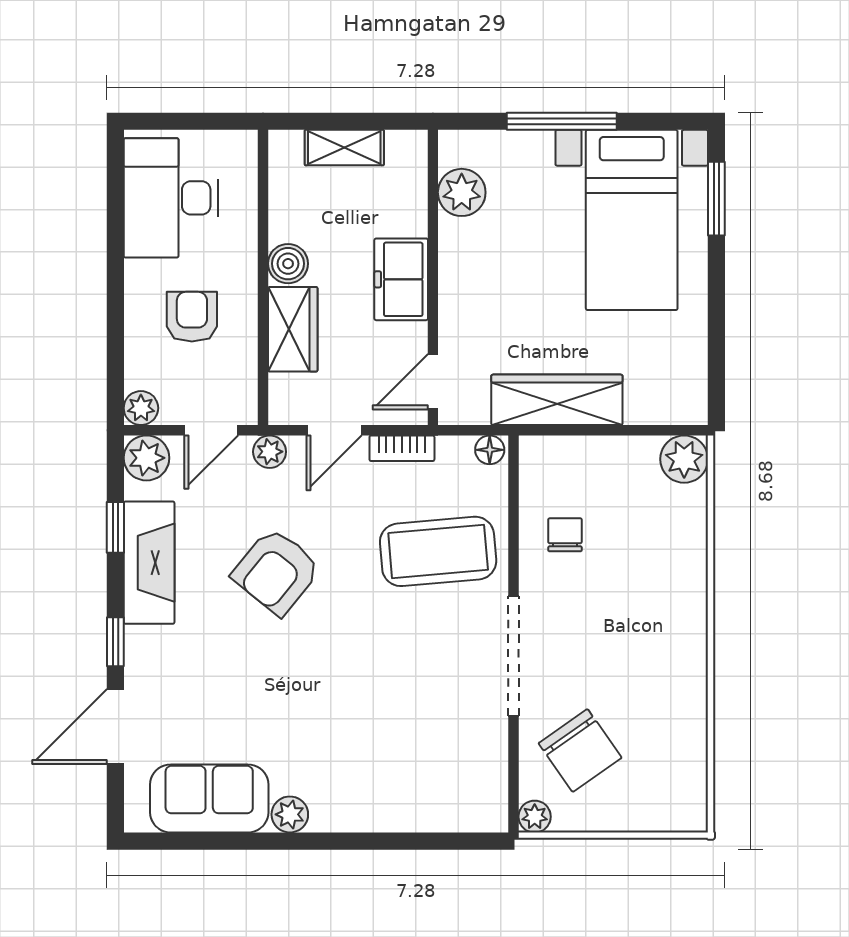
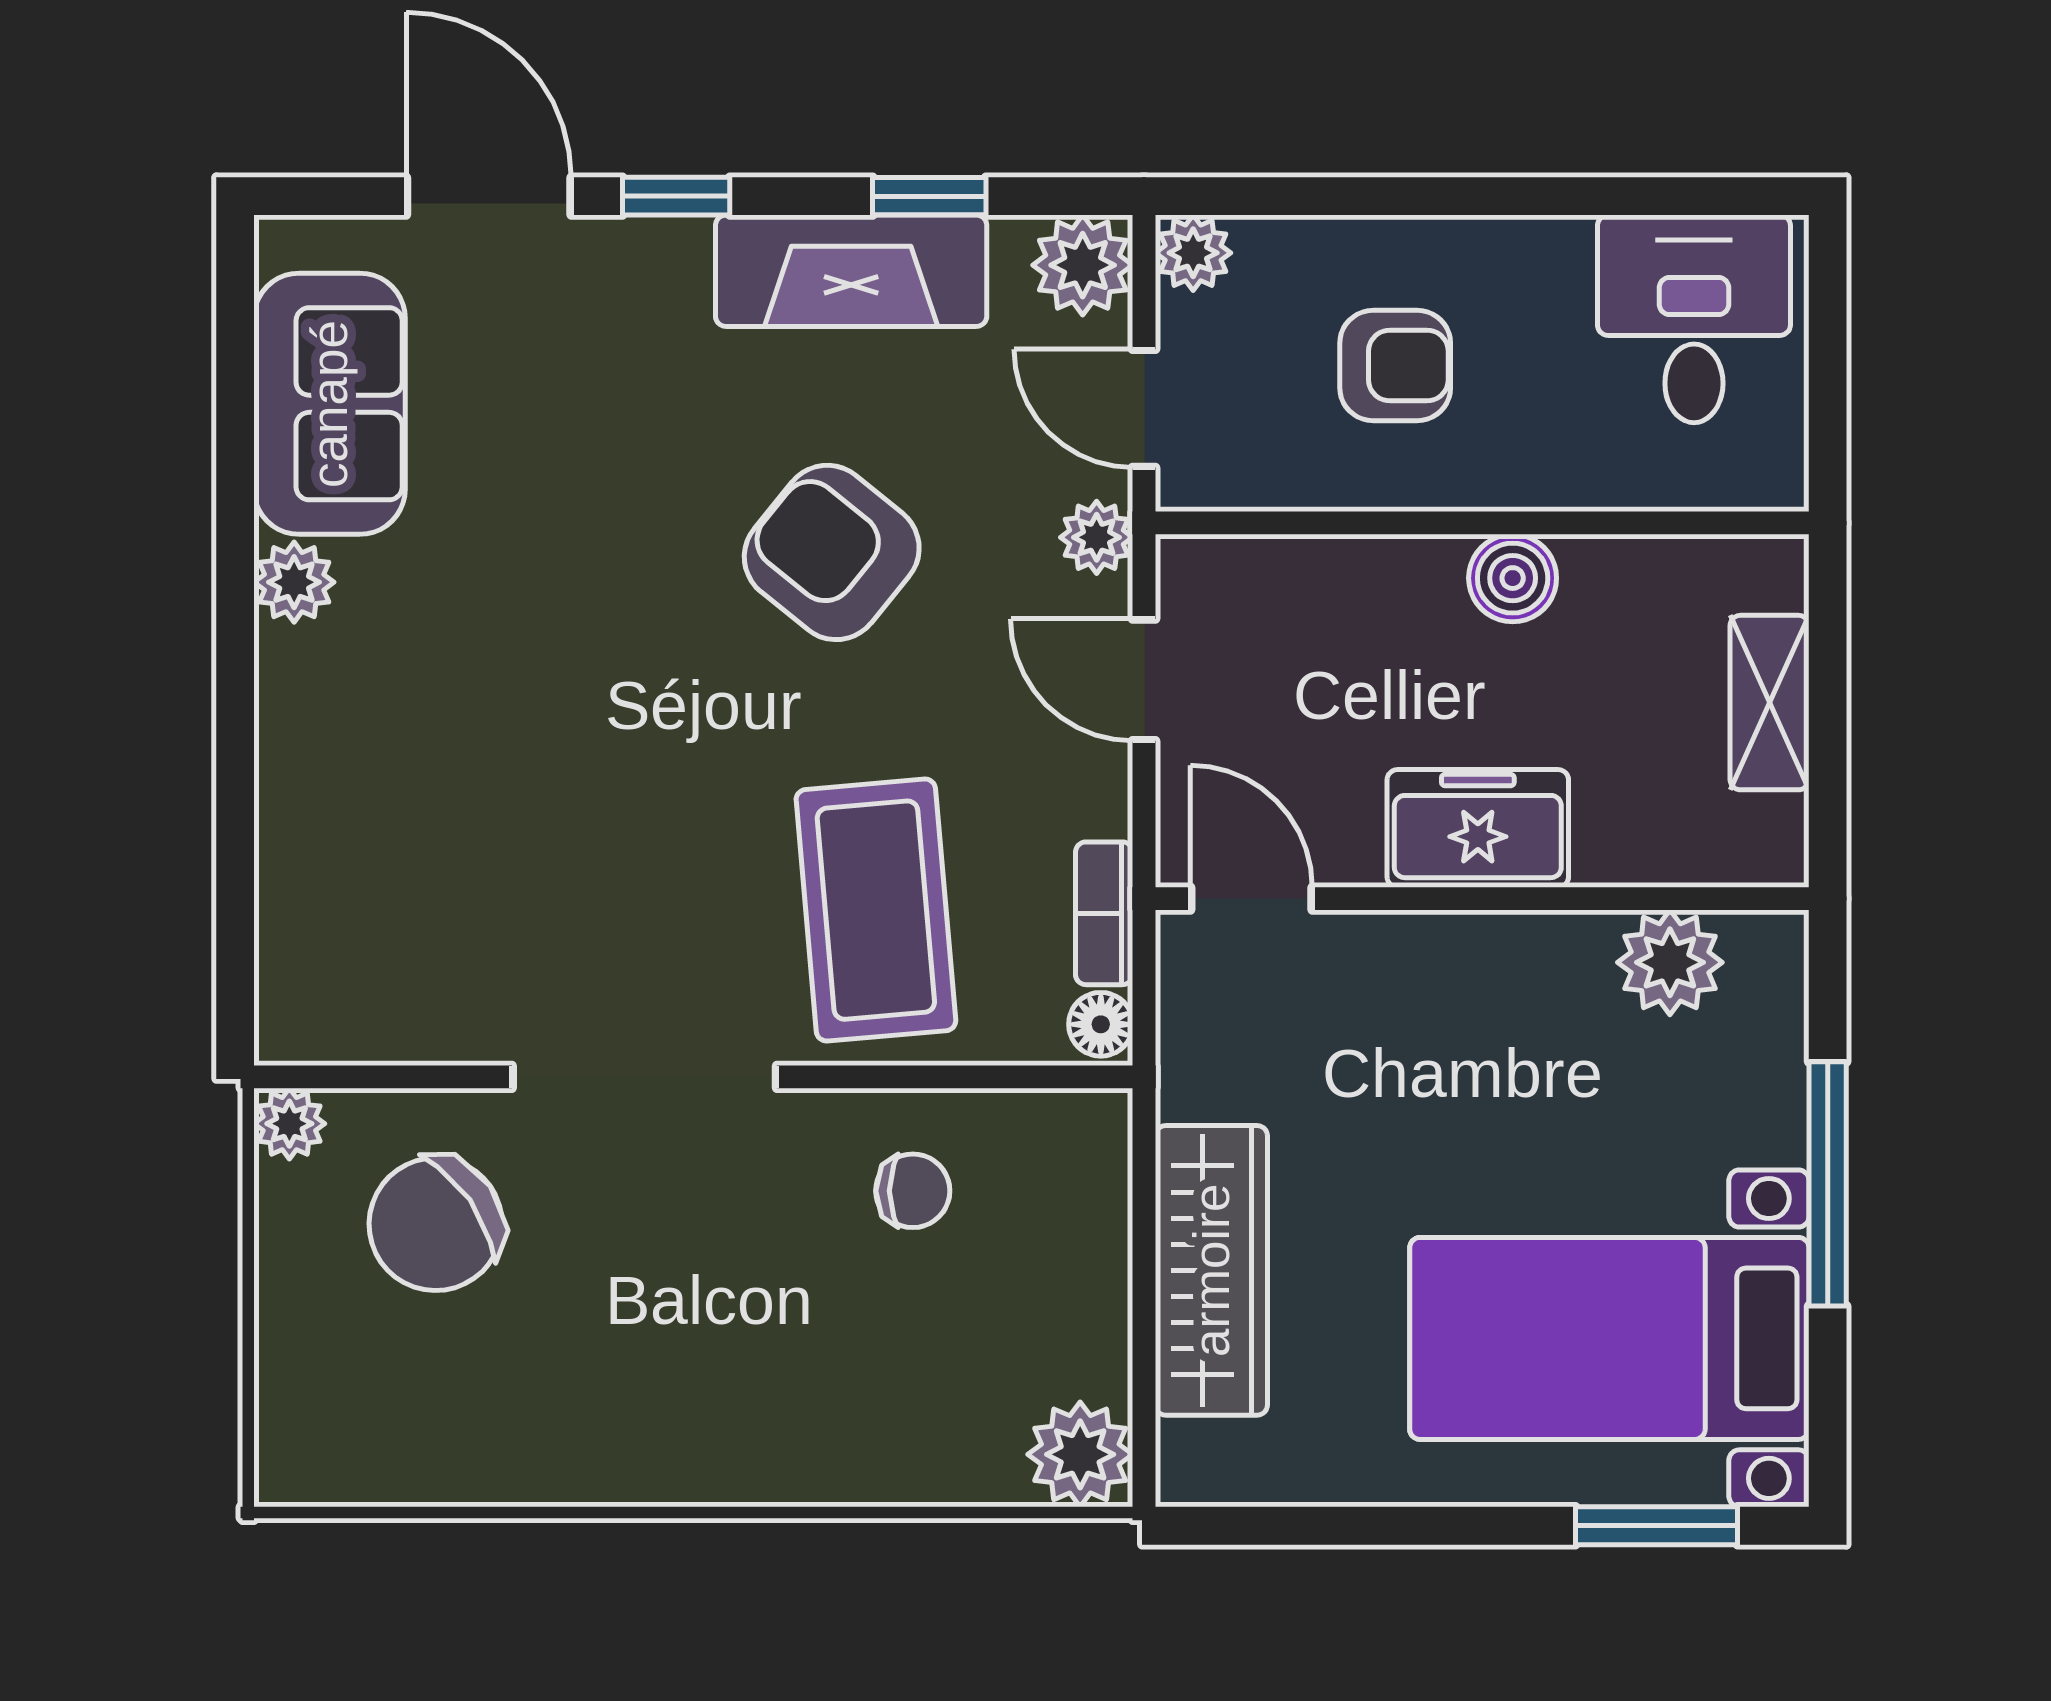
desk: (171, 198) -> (1694, 319), width x0.73
wardrobe: (293, 329) -> (1367, 589), removed
wardrobe: (557, 400) -> (1211, 1270), moved
bookcase: (402, 448) -> (1104, 913), moved

